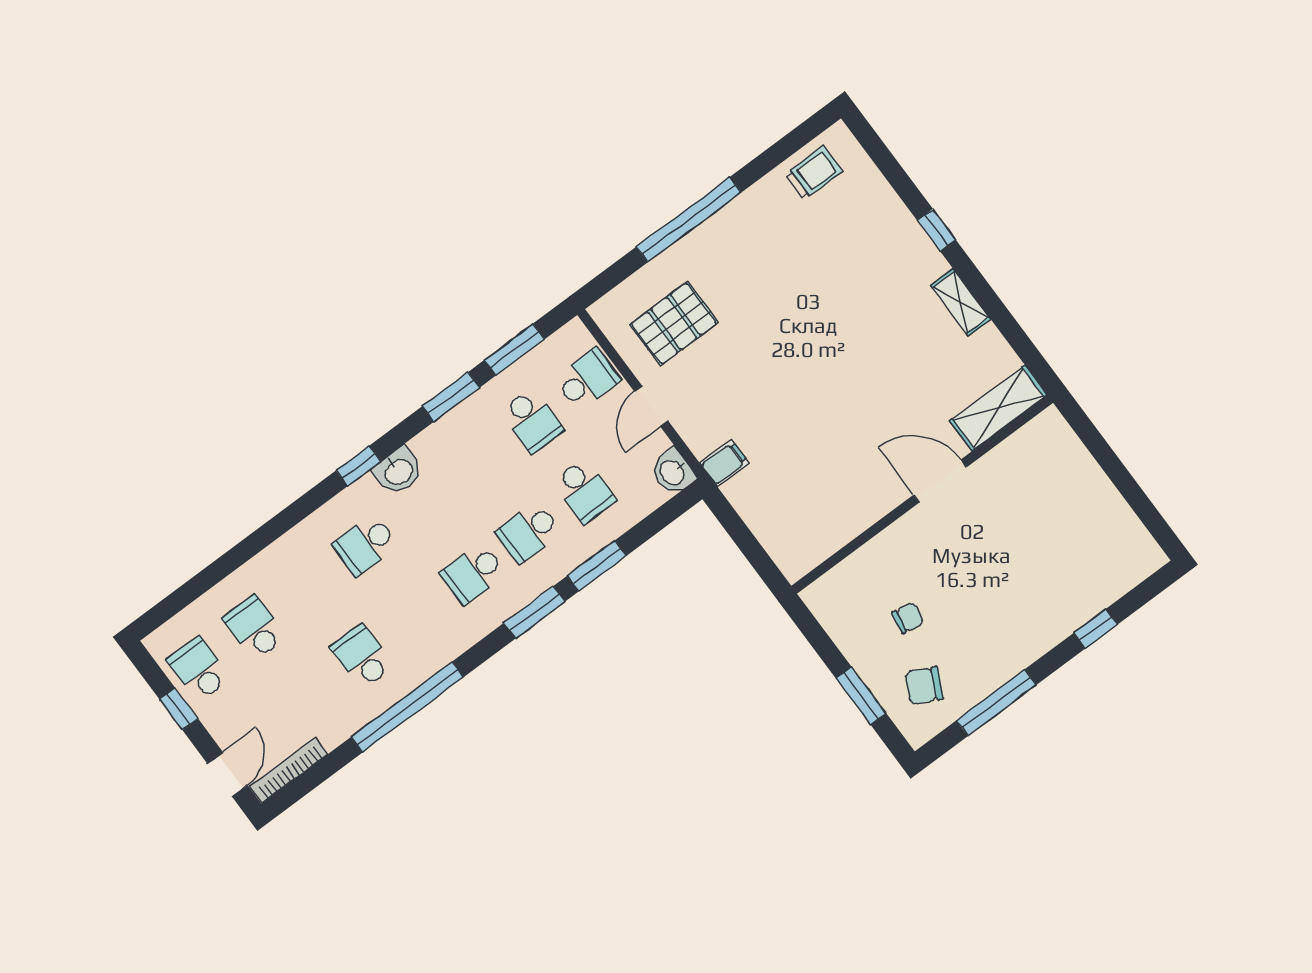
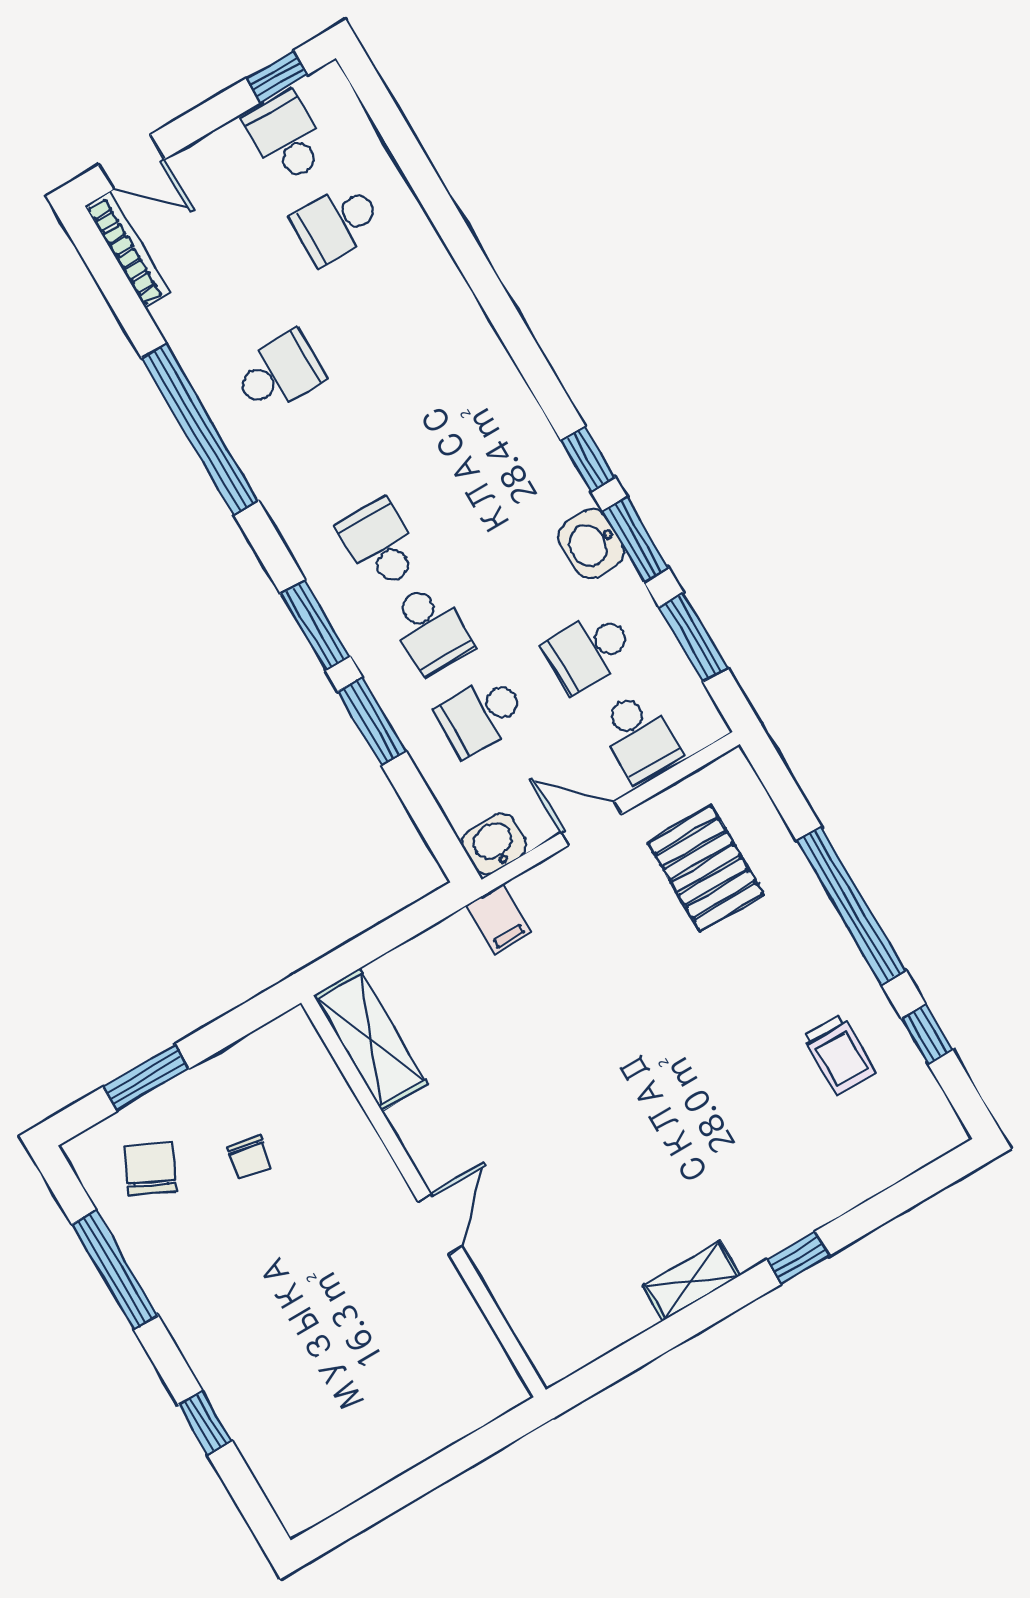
window: (772, 158) -> (927, 1034), added
trolley: (814, 173) -> (839, 1055), moved
shelving: (998, 408) -> (371, 1040), moved
window: (358, 466) -> (588, 459), moved
washbasin: (398, 471) -> (591, 544), moved
door: (940, 481) -> (440, 1224), width x0.73
school desk: (529, 532) -> (430, 629), turned 180
school desk: (365, 545) -> (438, 394), removed
school desk: (254, 628) -> (337, 223), turned 180
school desk: (199, 669) -> (286, 138), turned -90
window: (179, 709) -> (277, 77), moved

